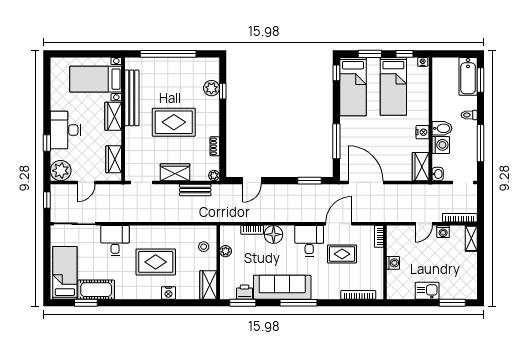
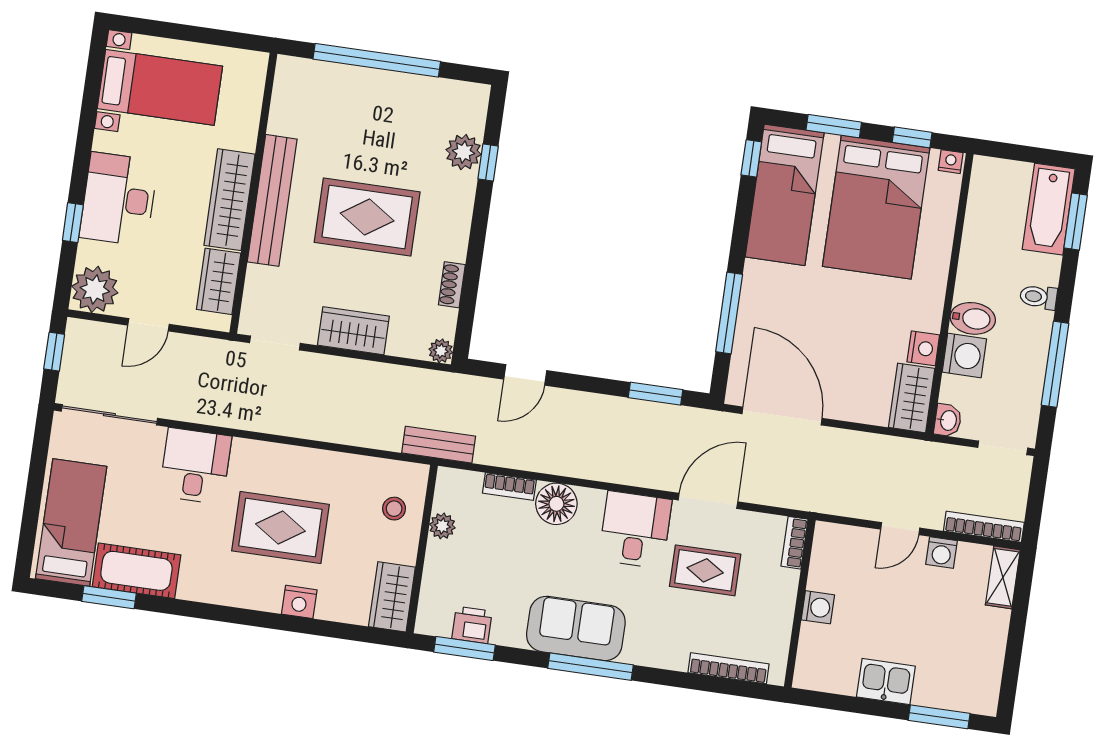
bed with nightstands: (96, 79) -> (160, 87), moved, turned 180
bed: (393, 86) -> (876, 207), width x1.50
bench: (132, 98) -> (272, 200), moved
wardrobe: (113, 116) -> (229, 200), width x1.50
nightstand: (423, 132) -> (923, 348), moved
bench: (195, 190) -> (439, 445), moved
sofa: (282, 287) -> (576, 628), width x0.73

